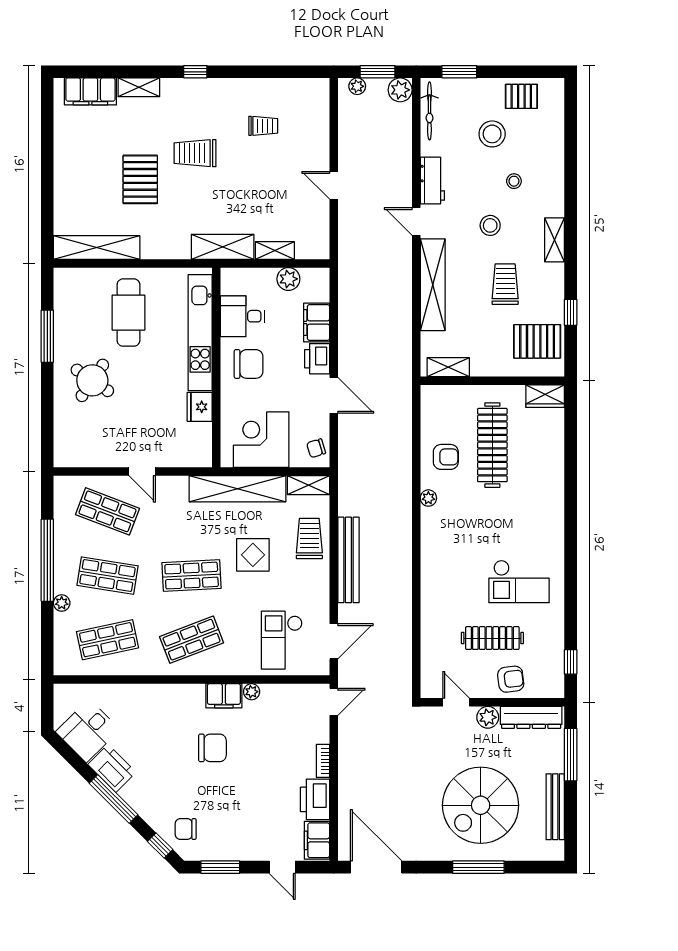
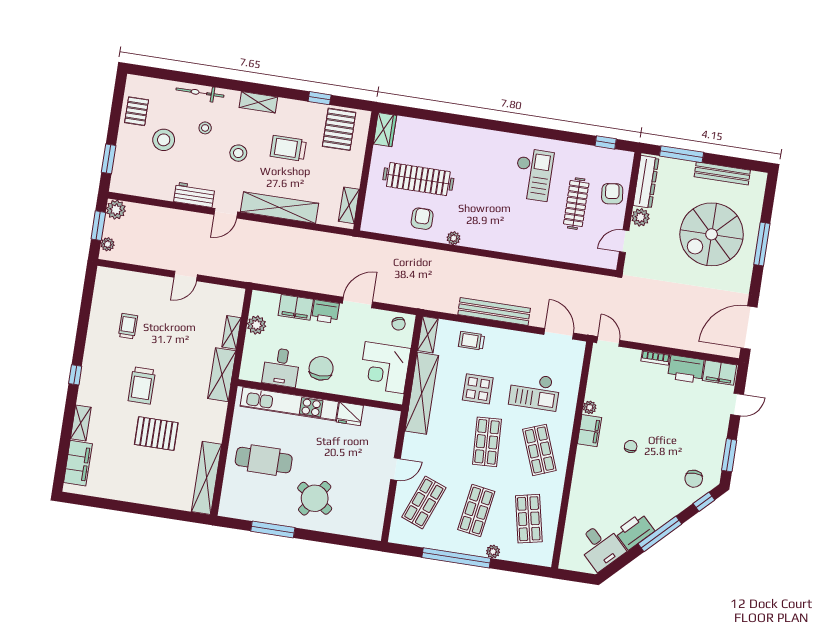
bicycle: (429, 111) -> (200, 93), moved, turned 180
trolley: (309, 538) -> (471, 341), width x0.73, depth x0.72
checkout: (282, 640) -> (535, 391), moved
chair: (213, 748) -> (631, 446), width x0.54, depth x0.54
spiral stairs: (481, 805) -> (712, 234), turned 90

